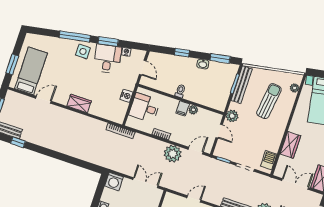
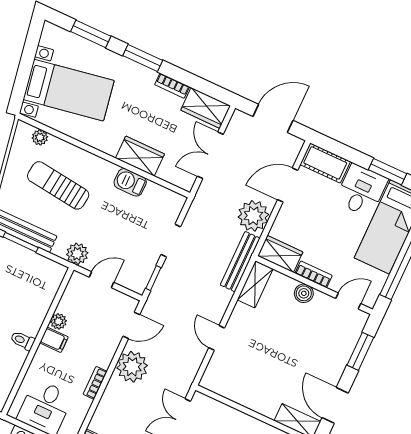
door: (196, 151) -> (131, 325), swing flipped
barbecue: (269, 160) -> (130, 182), moved

